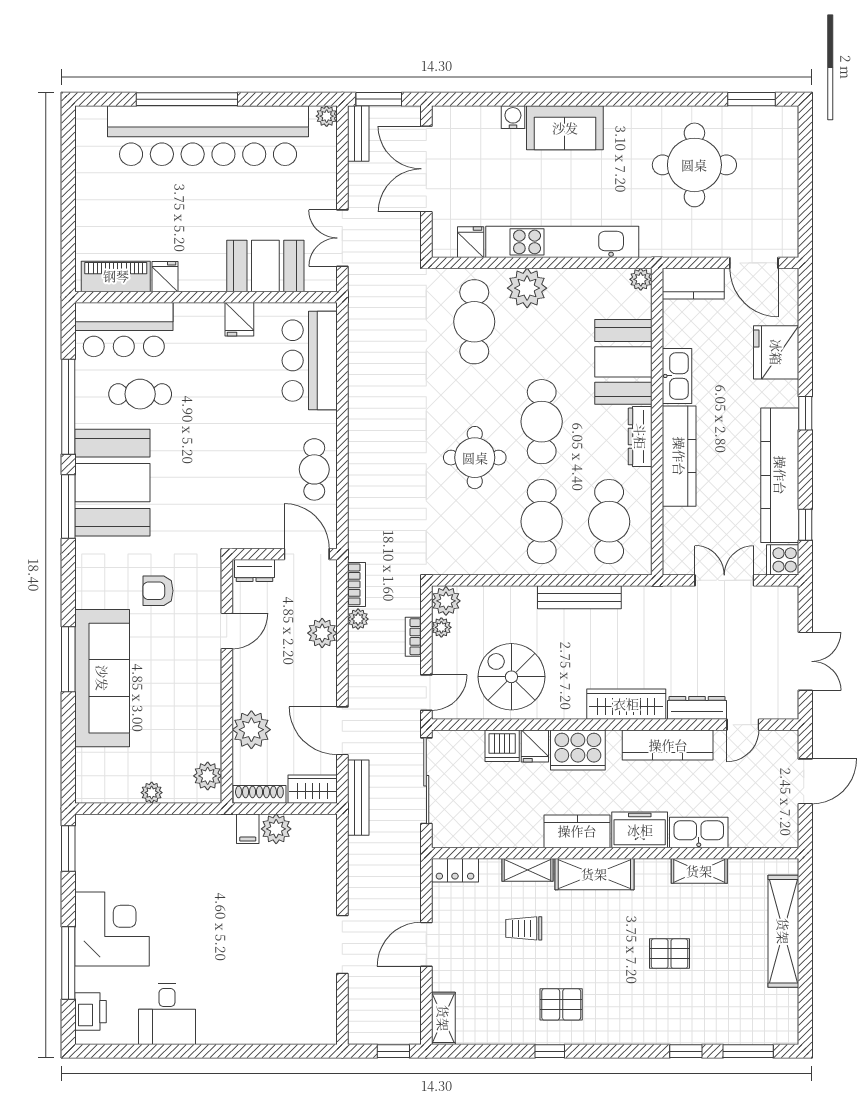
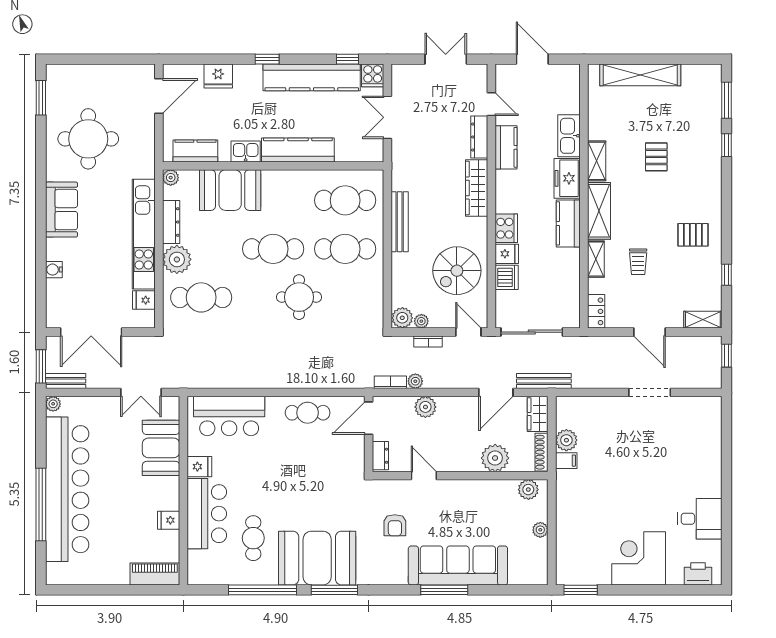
sofa: (565, 128) -> (61, 210), moved
piano: (116, 276) -> (155, 574), moved, turned 90
kitchen counter: (693, 284) -> (195, 151), moved, turned -90
bar counter: (124, 330) -> (207, 514), moved
fridge: (776, 352) -> (218, 76), width x0.73, depth x0.75
kitchen sink: (677, 376) -> (246, 151), width x0.73
dresser: (640, 436) -> (171, 222), moved, turned -90
kitchen counter: (668, 745) -> (506, 147), width x0.67
cooker: (578, 750) -> (506, 228), width x0.73, depth x0.76
shelving: (699, 871) -> (597, 161), moved
window: (68, 963) -> (663, 590), removed
pallet: (561, 1004) -> (693, 235), turned 90
window: (550, 1051) -> (726, 275), moved

